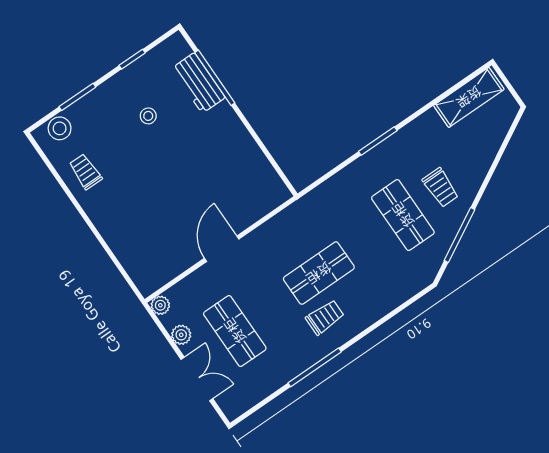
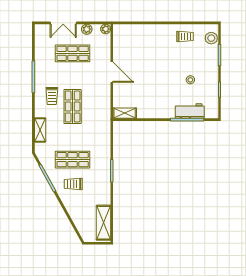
shelving: (273, 184) -> (125, 113), added
shelving: (391, 299) -> (40, 130), added

